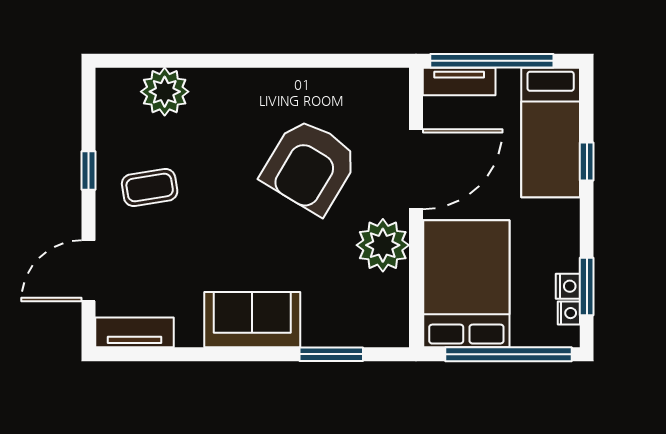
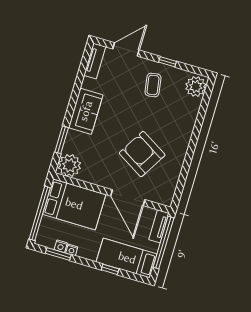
plant: (165, 92) -> (196, 87), moved
plant: (383, 245) -> (70, 165), moved
door: (89, 271) -> (126, 49), hinge flipped
nightstand: (569, 313) -> (72, 250), moved

